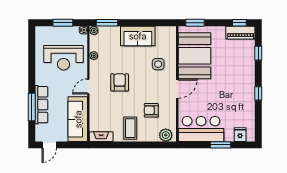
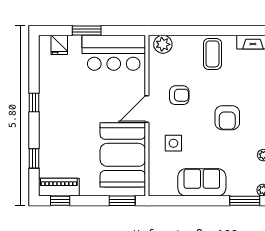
armchair: (151, 110) -> (179, 95), moved

